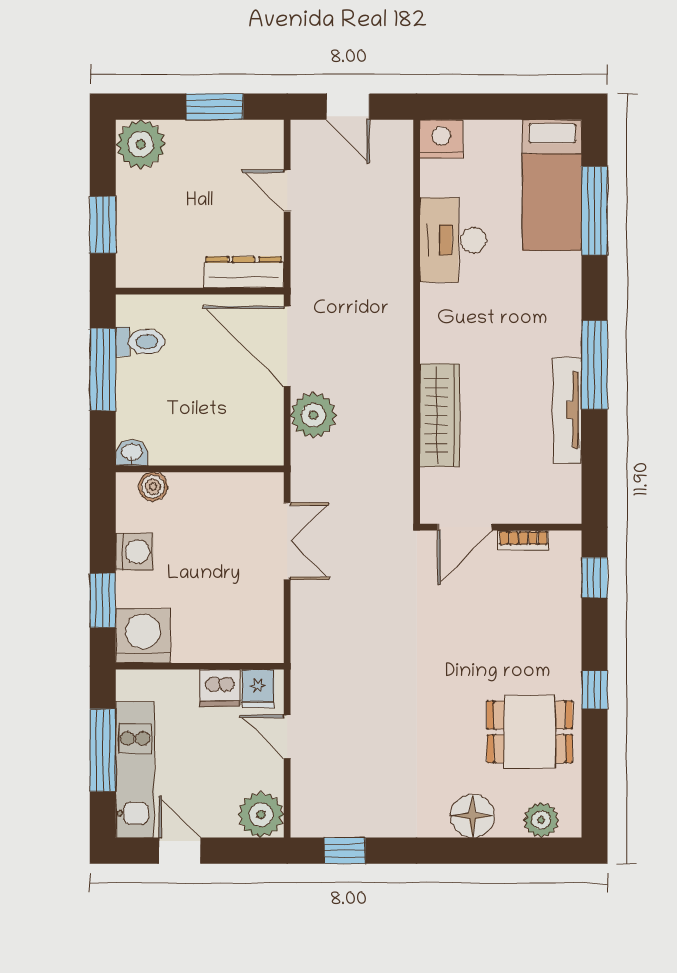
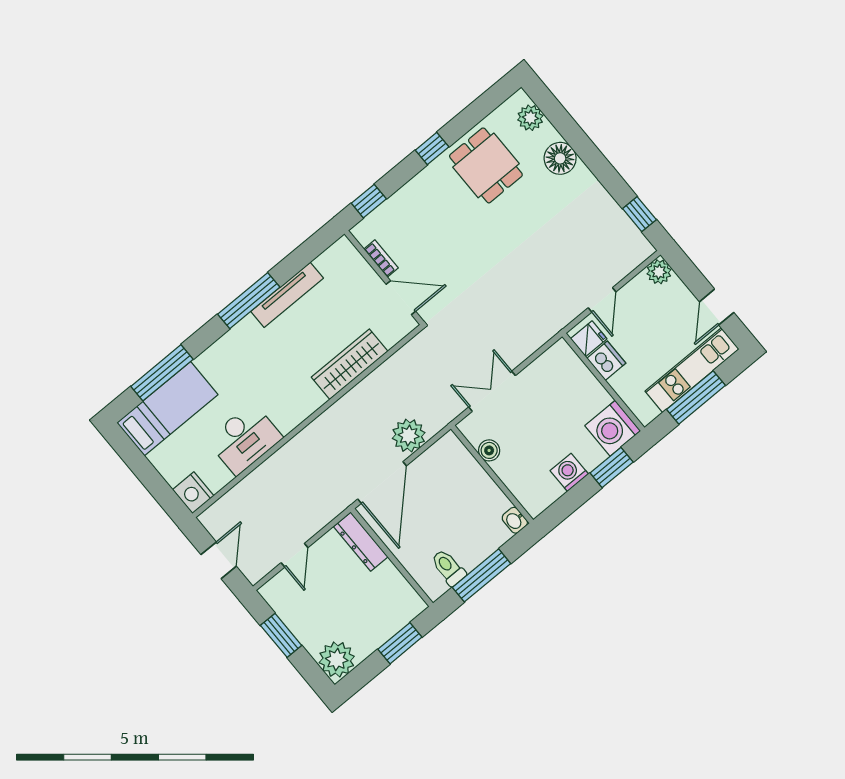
boiler: (153, 487) -> (489, 450), moved
plant: (261, 815) -> (659, 272), width x0.73, depth x0.73

